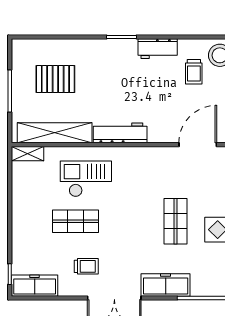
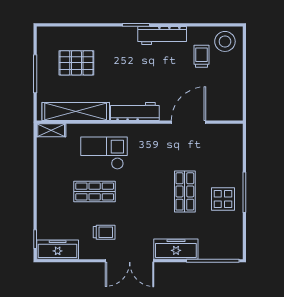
workbench: (158, 49) -> (162, 35), width x1.38
trolley: (194, 72) -> (201, 56), turned 180
door: (198, 145) -> (188, 122), moved

